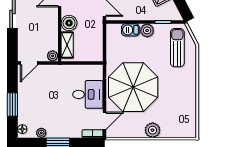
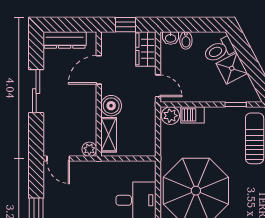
plant: (147, 30) -> (170, 116), moved
door: (29, 63) -> (58, 159), hinge flipped

